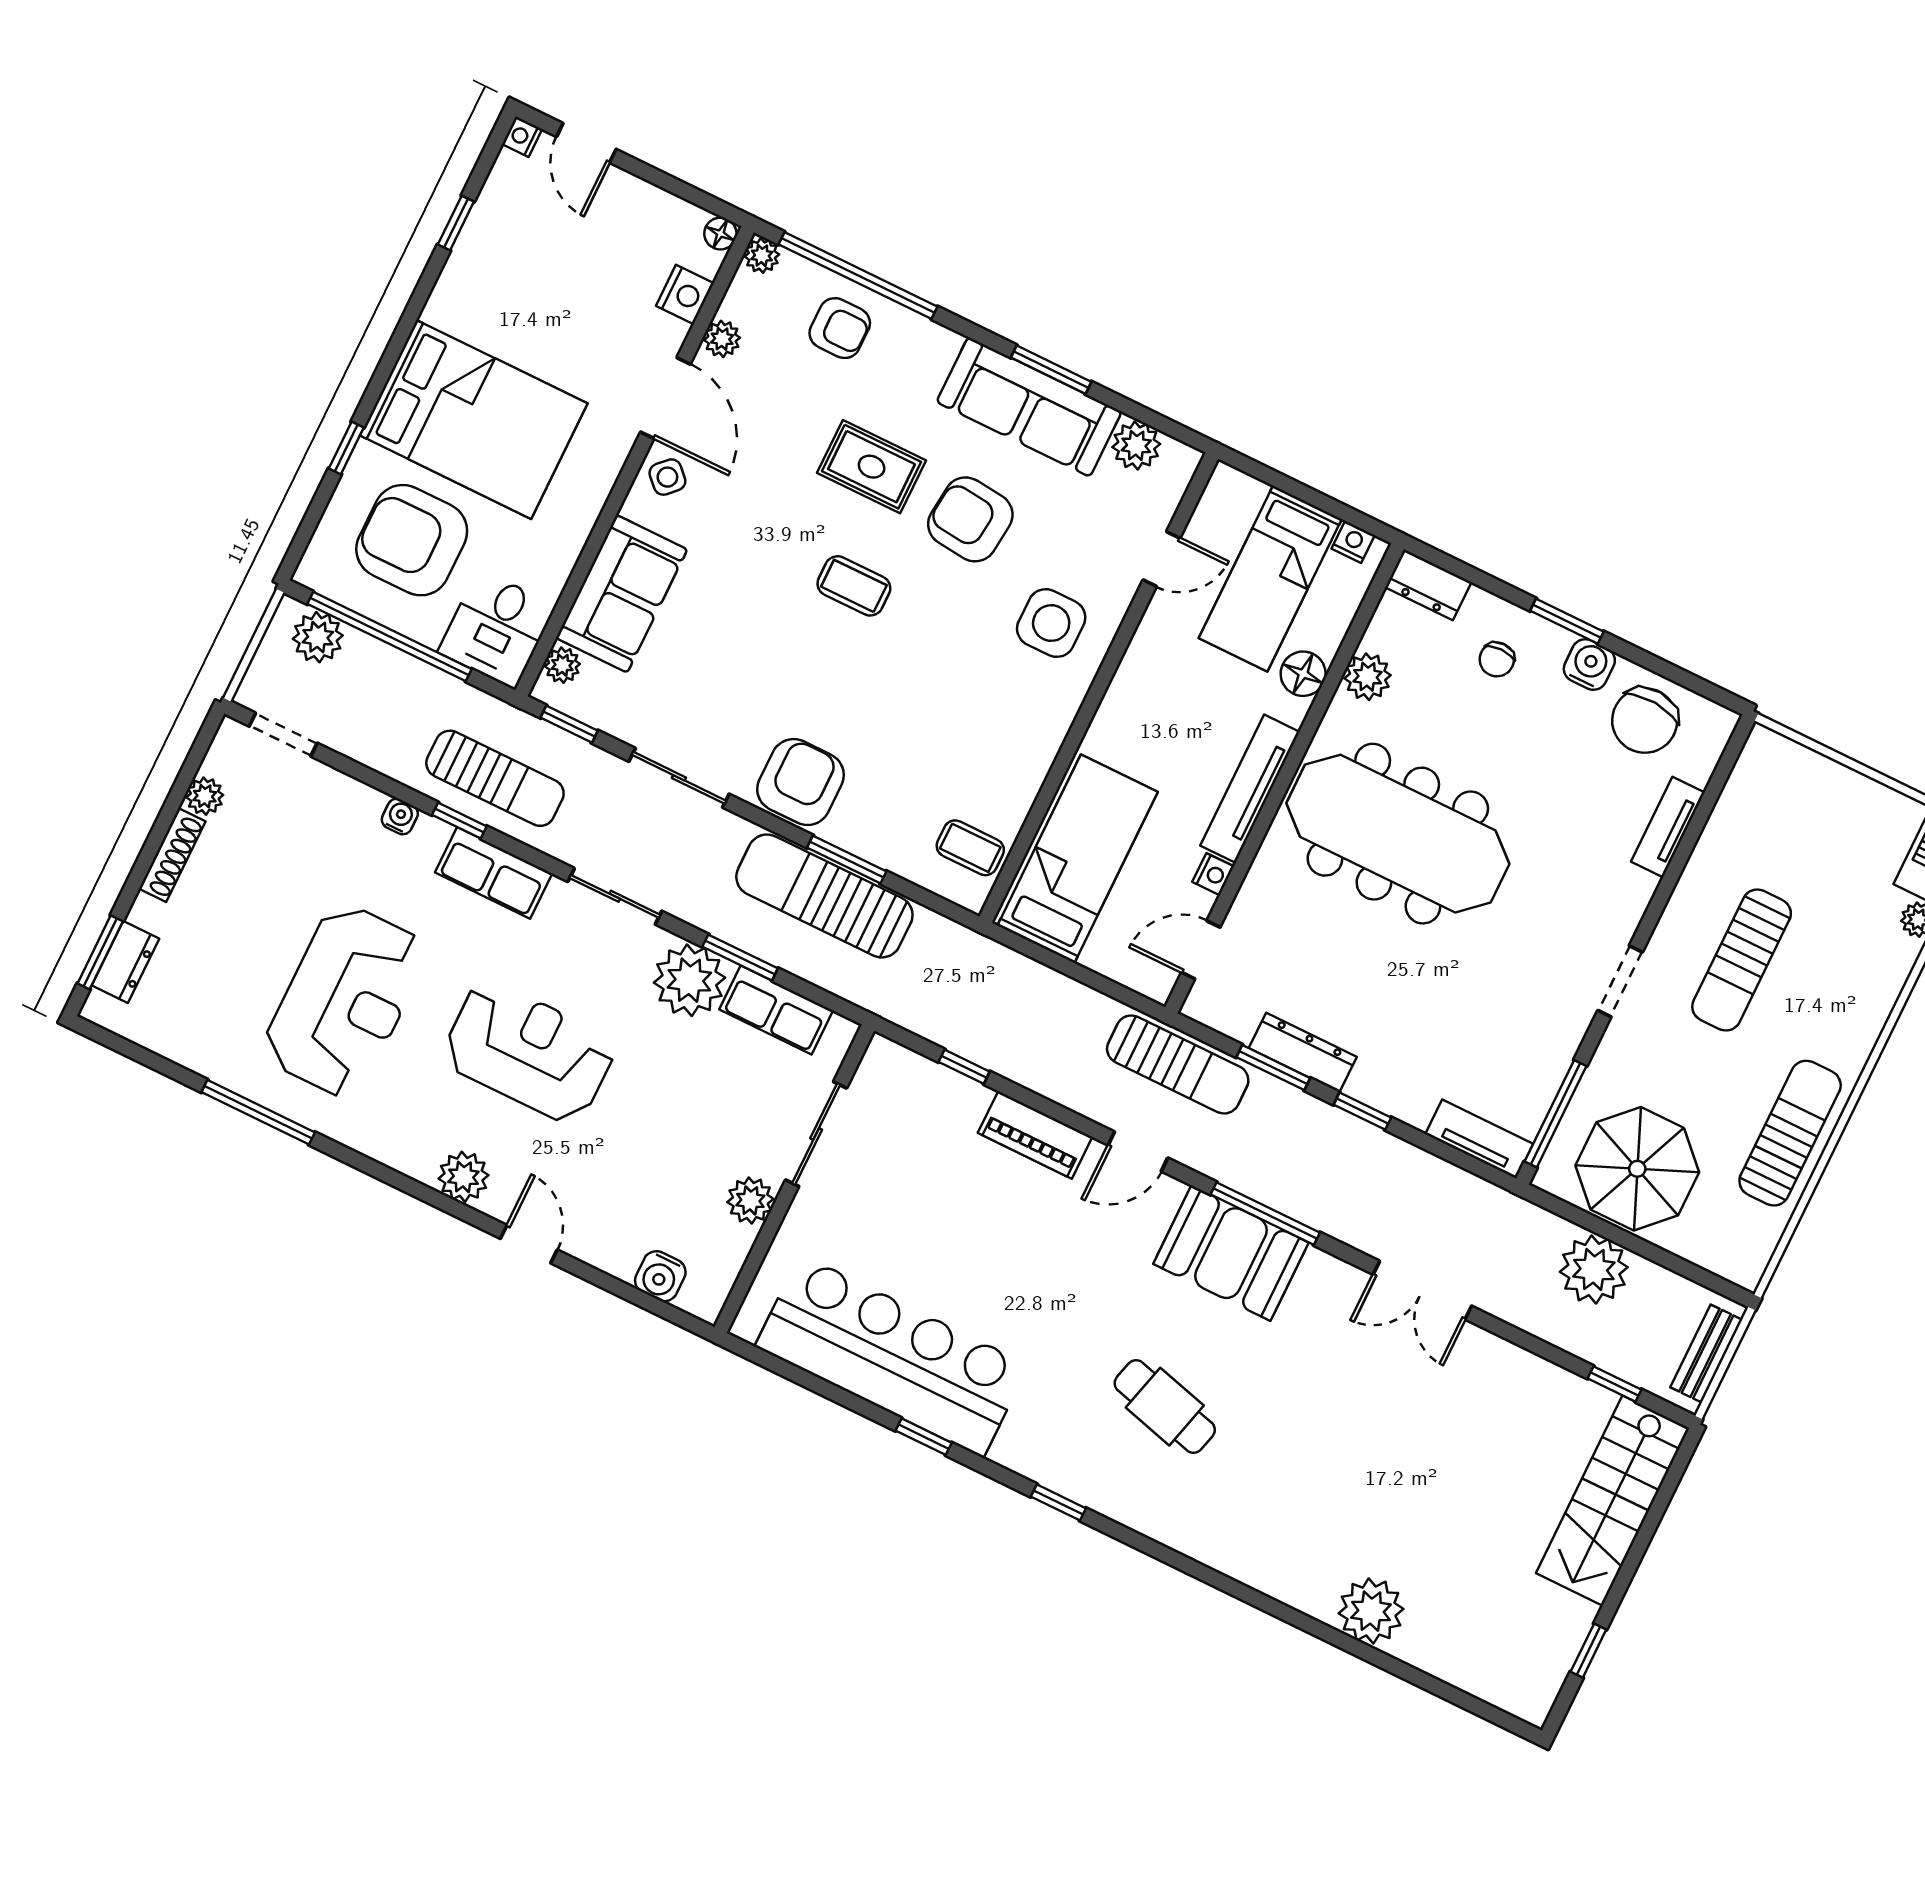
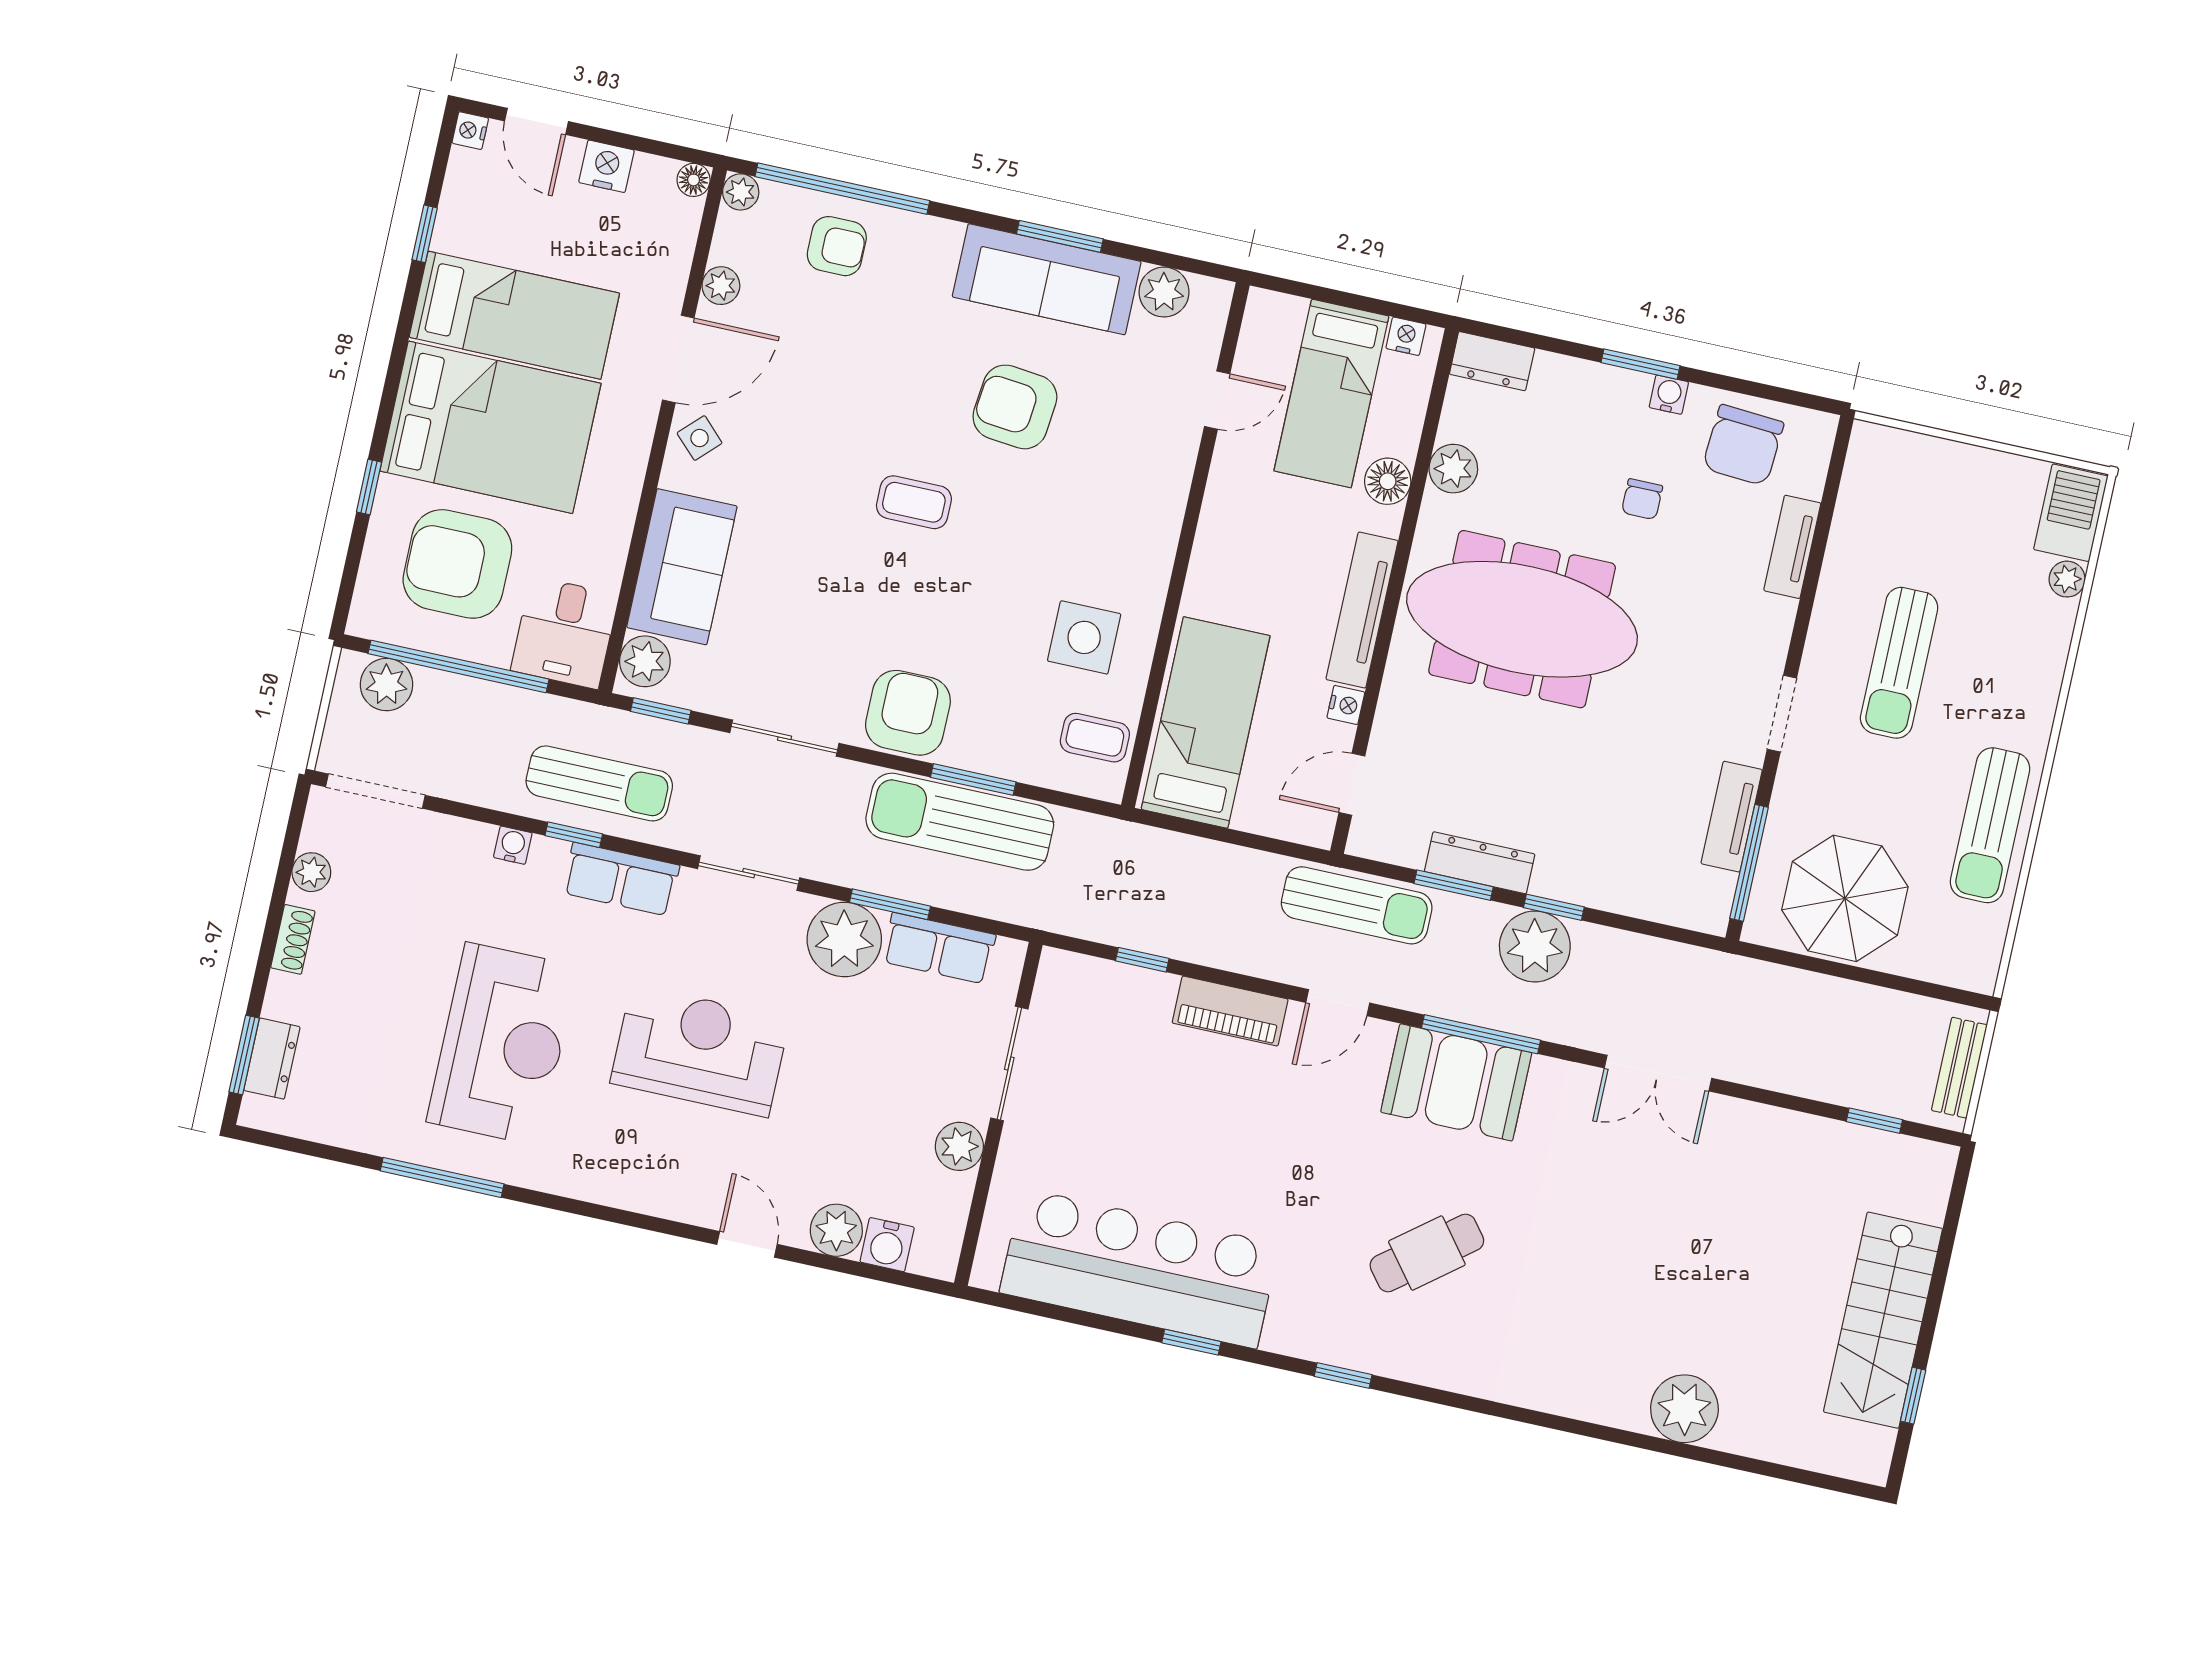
nightstand: (685, 294) -> (606, 166), moved, turned -90
bed: (522, 320) -> (514, 315), added
door: (665, 398) -> (678, 359), hinge flipped
rug: (872, 467) -> (903, 378), removed
side table: (1051, 623) -> (1084, 637), moved
chair: (1497, 659) -> (1642, 499), moved
plant: (562, 665) -> (645, 661), width x1.38, depth x1.38
water cooler: (1589, 665) -> (1669, 395), width x0.72, depth x0.72
doorway: (283, 735) -> (375, 791), width x1.38
shoe rack: (172, 855) -> (293, 939), width x0.70
sun lounger: (1790, 1133) -> (1990, 825), turned 180
tv unit: (1479, 1139) -> (1732, 817), moved, turned -90
plant: (463, 1177) -> (836, 1230), moved
plant: (1594, 1270) -> (1535, 946), moved
cafe table: (1165, 1407) -> (1427, 1253), turned -53
stairs: (1613, 1501) -> (1883, 1320), moved

